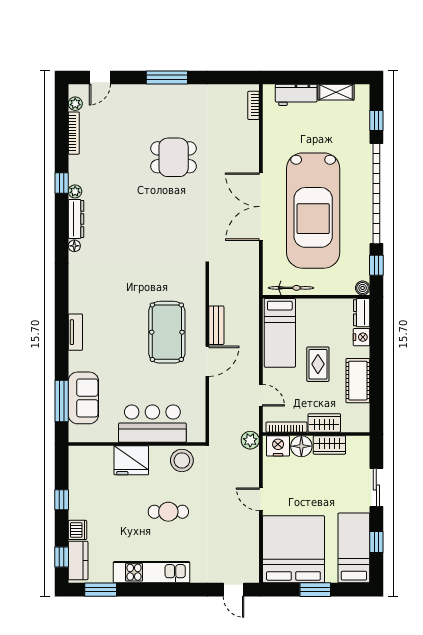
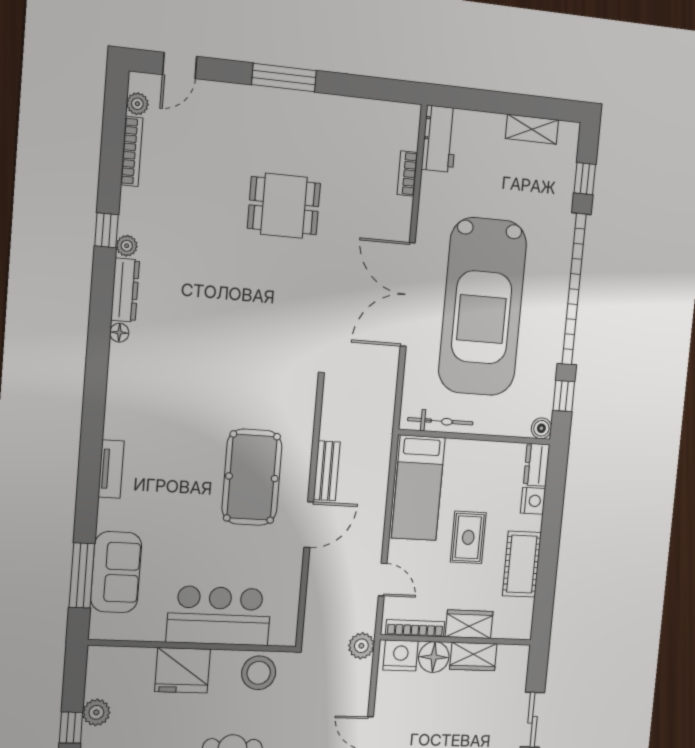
workbench: (296, 95) -> (440, 139), moved, turned -90
bookcase: (254, 105) -> (407, 174), moved
plant: (77, 489) -> (96, 712), added

